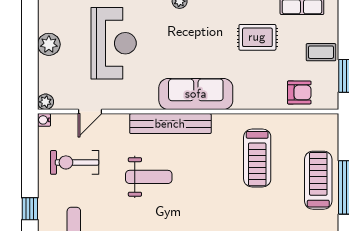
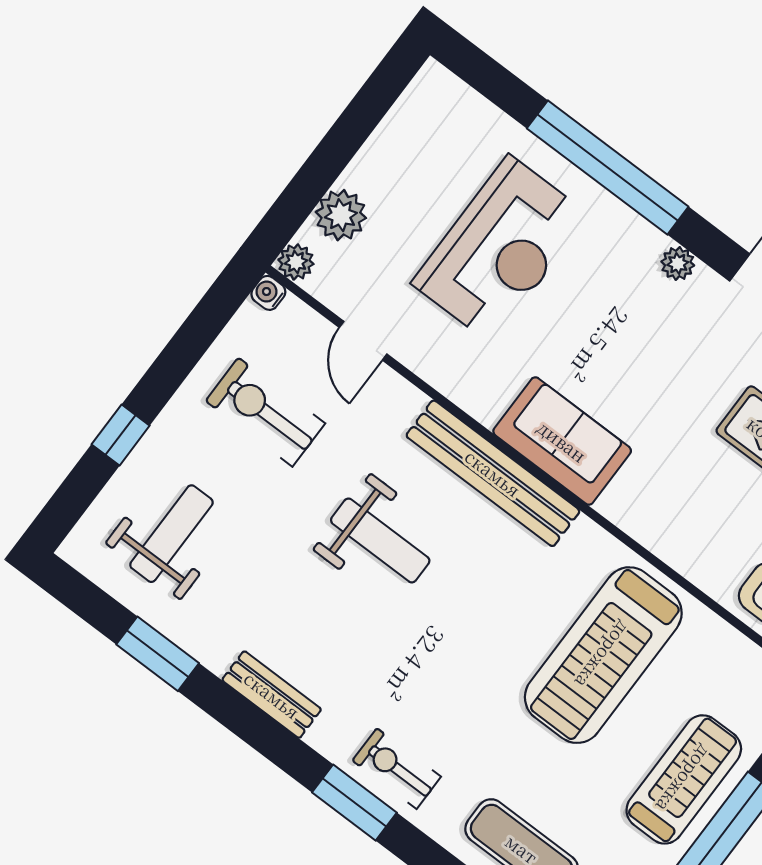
plant: (49, 44) -> (341, 215), moved
sofa: (196, 94) -> (562, 441), width x0.73
door: (90, 112) -> (363, 341), hinge flipped
treadmill: (257, 158) -> (603, 655), width x1.37, depth x1.38

